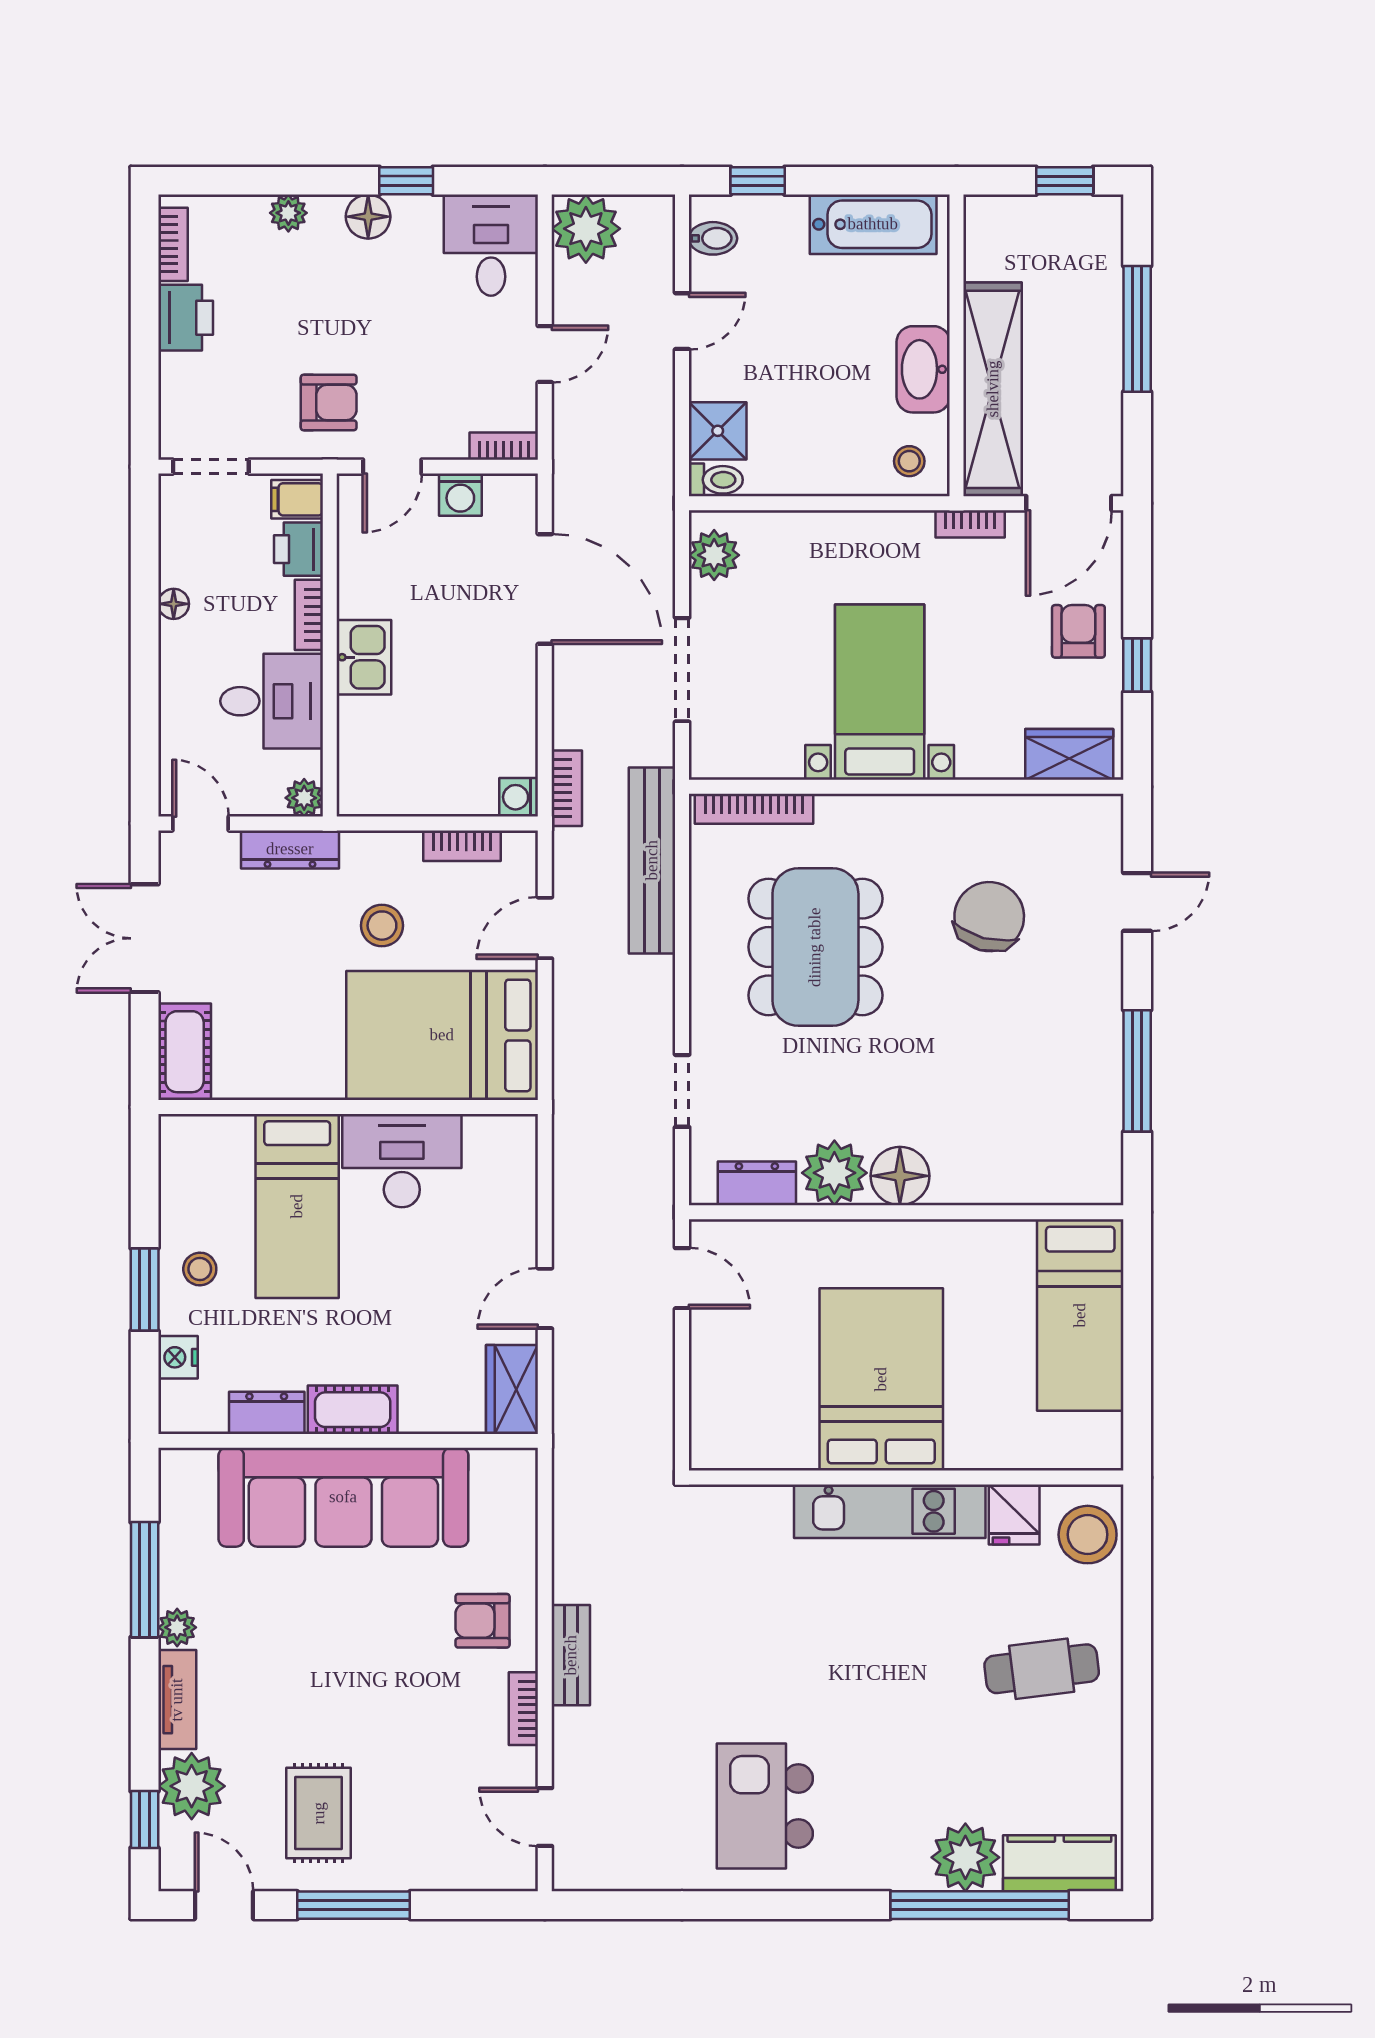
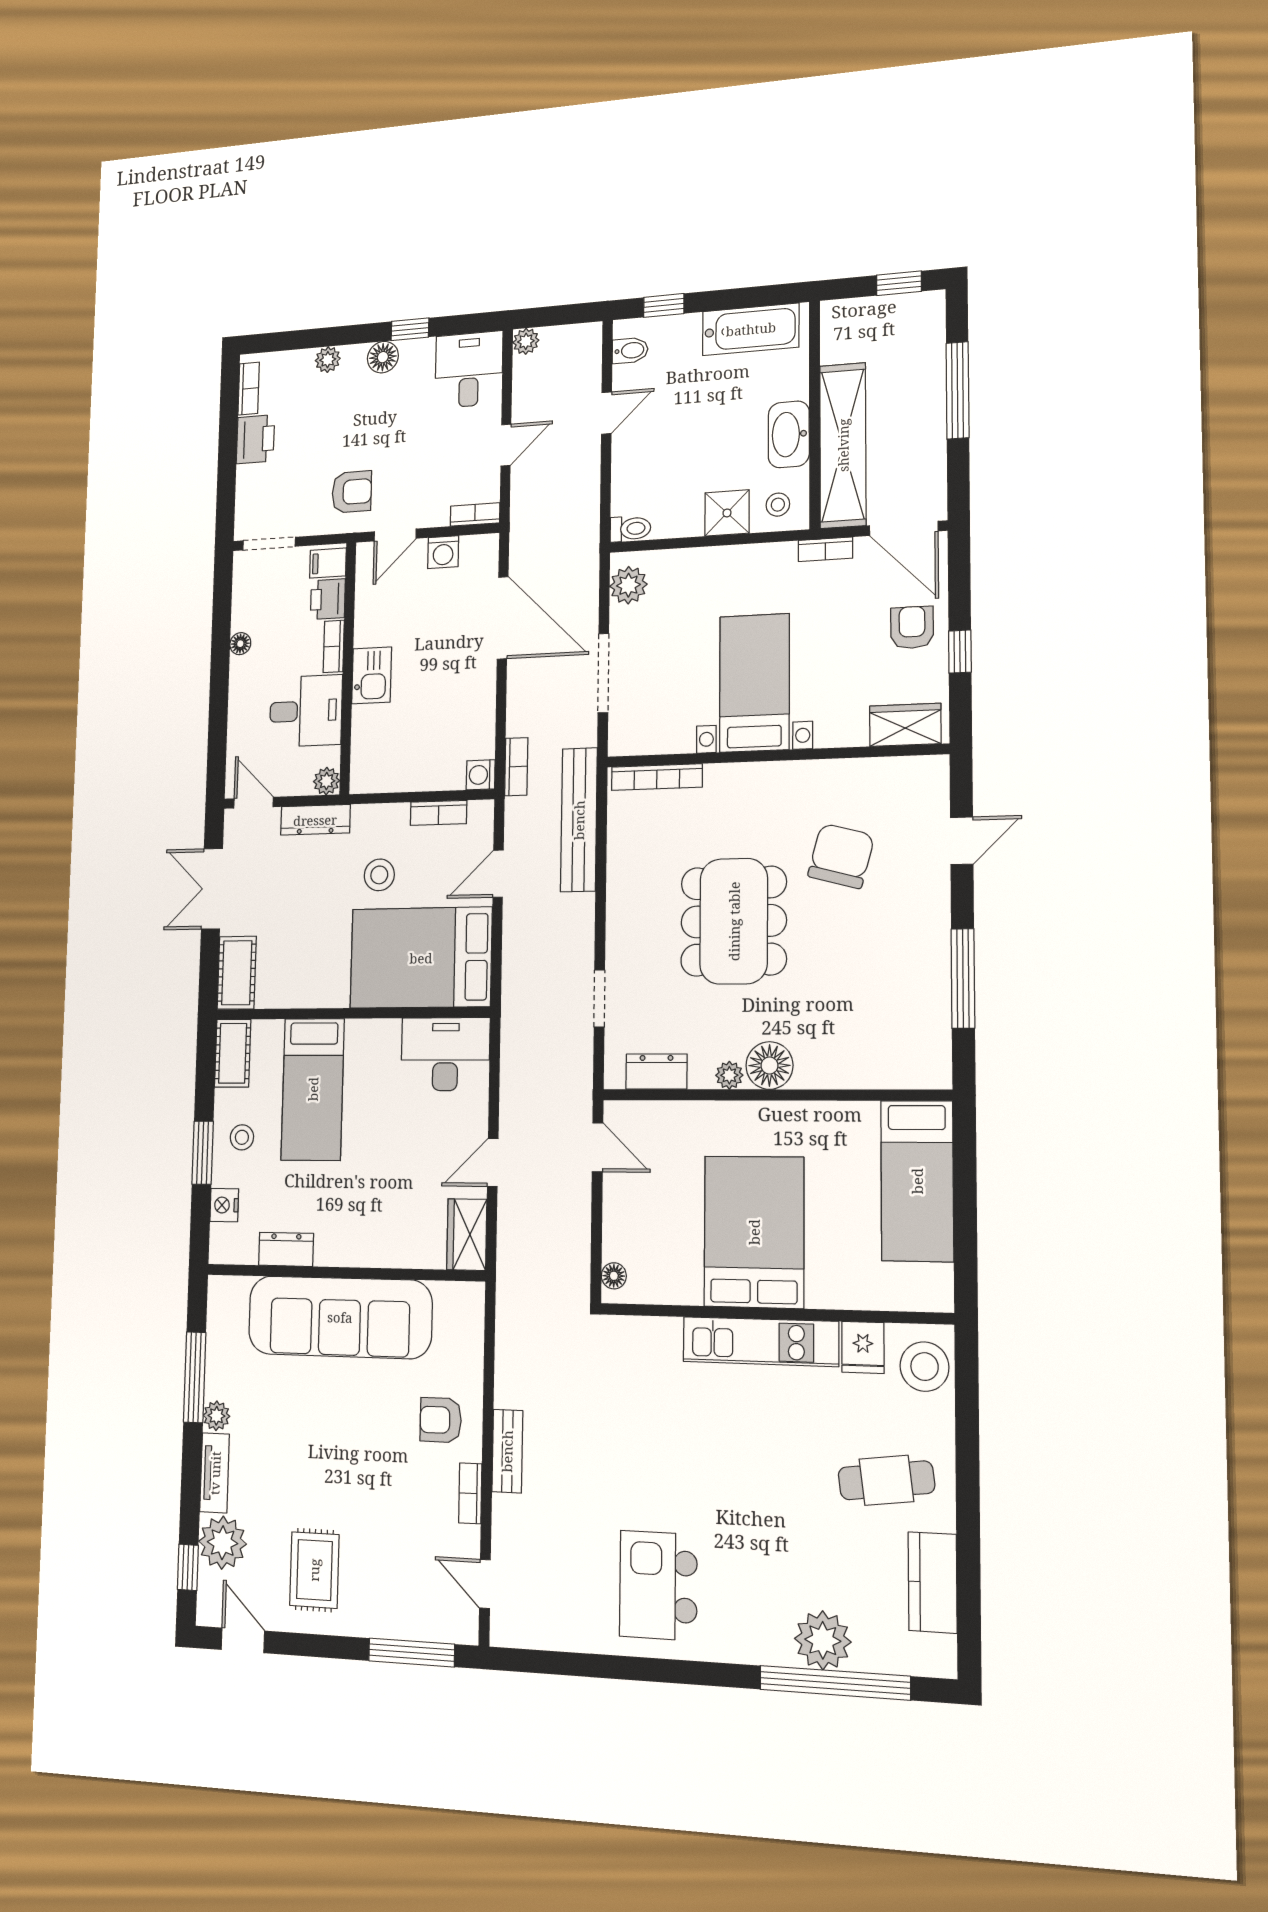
plant: (586, 229) -> (526, 341), width x0.53, depth x0.53
shower: (718, 431) -> (727, 513), moved
door: (1069, 503) -> (904, 528), hinge flipped
dining table: (815, 947) -> (734, 921), moved
desk: (402, 1161) -> (445, 1054), moved
plant: (834, 1173) -> (729, 1075), width x0.53, depth x0.53
cot: (353, 1410) -> (233, 1053), moved, turned 90
floor lamp: (705, 1437) -> (614, 1276), added
kitchen counter: (1059, 1863) -> (933, 1582), moved, turned -90
window: (354, 1905) -> (412, 1652), moved

